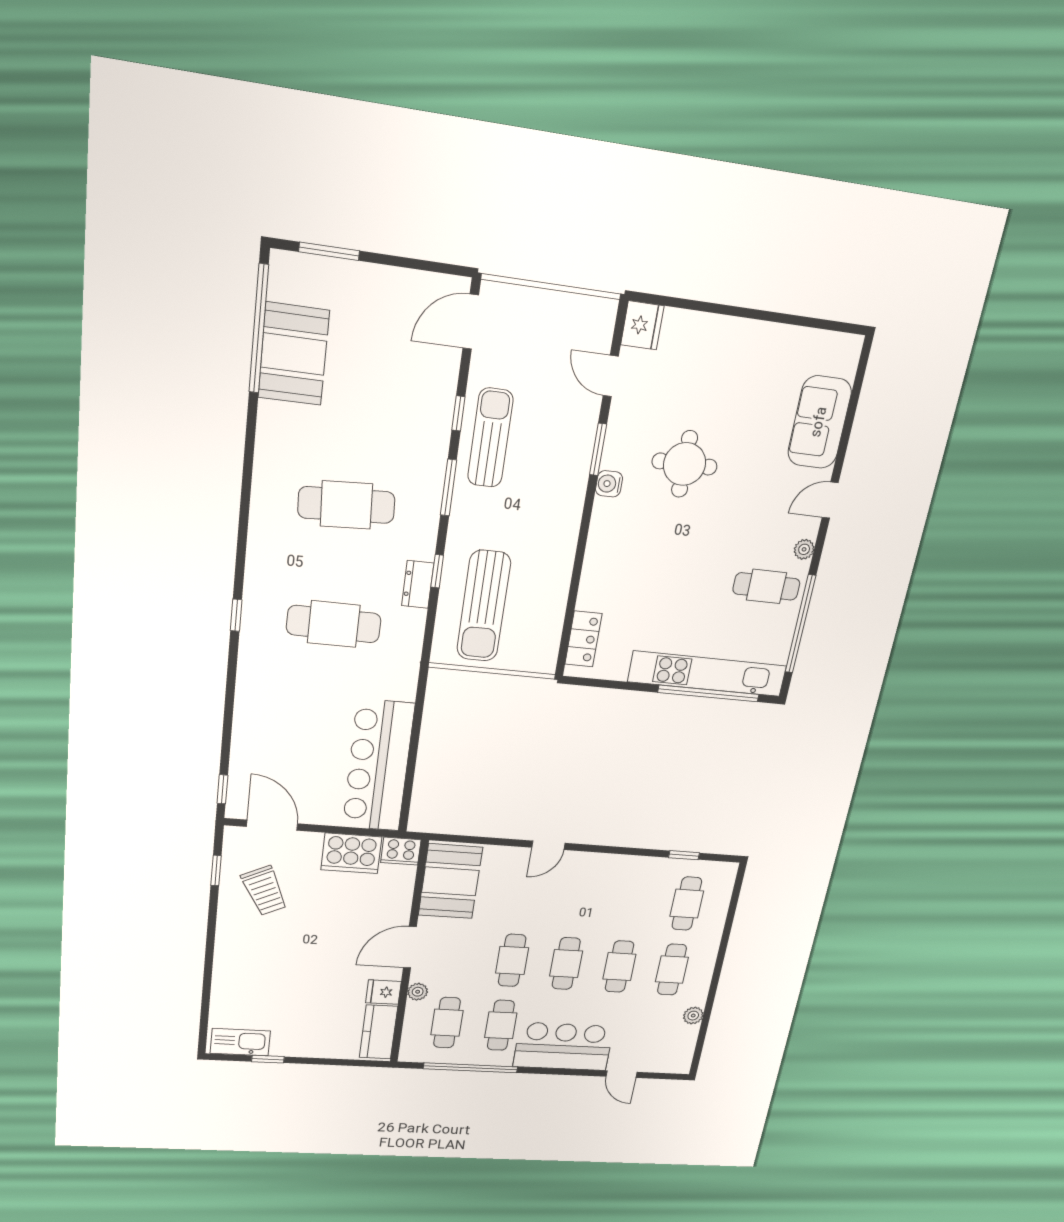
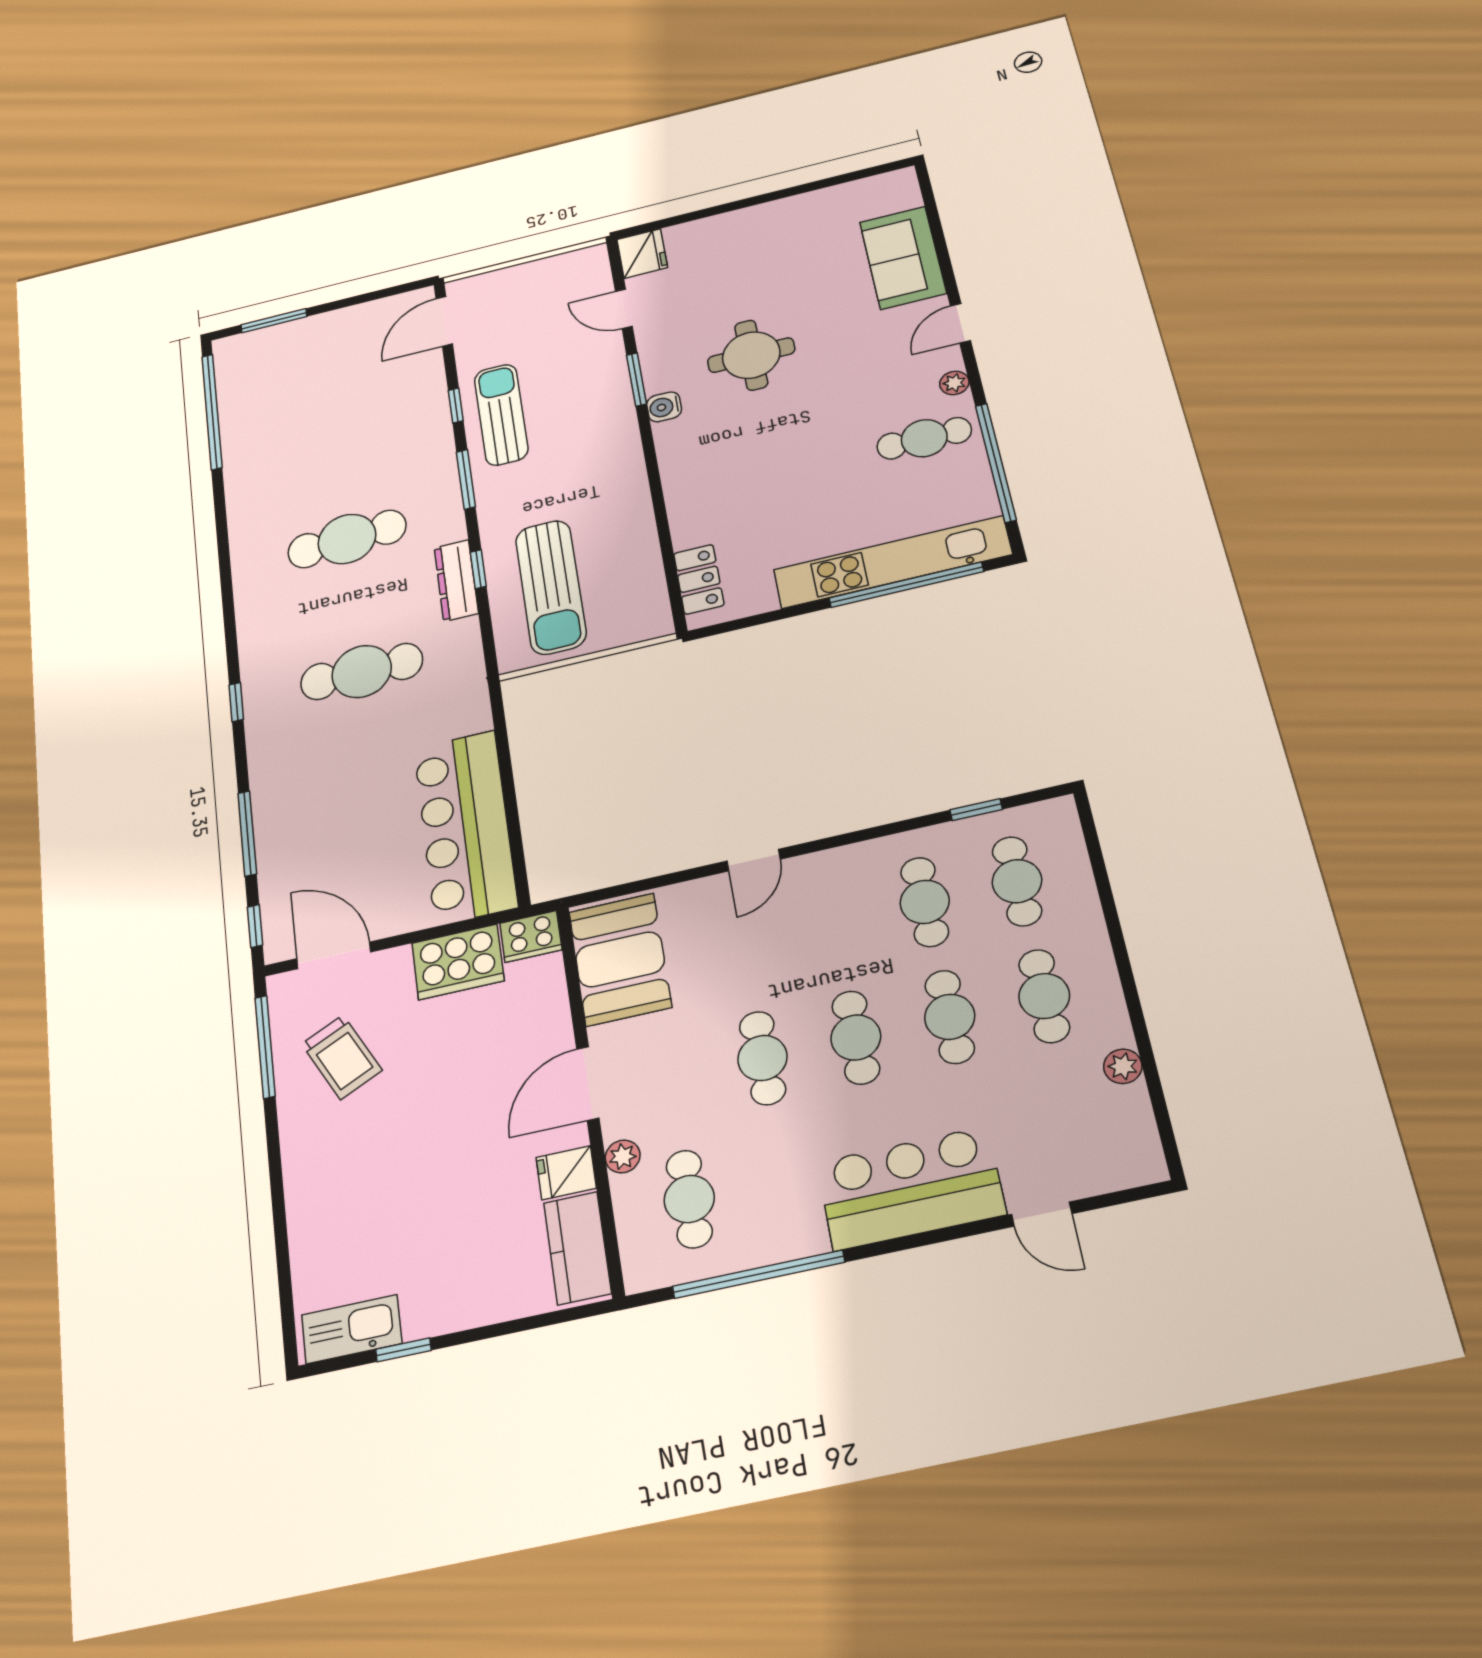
booth: (294, 354) -> (254, 419), removed
dresser: (418, 584) -> (456, 580), width x1.44
window: (228, 721) -> (247, 833), added
window: (216, 870) -> (265, 1047), width x2.17
cafe table: (501, 1025) -> (925, 902), moved

